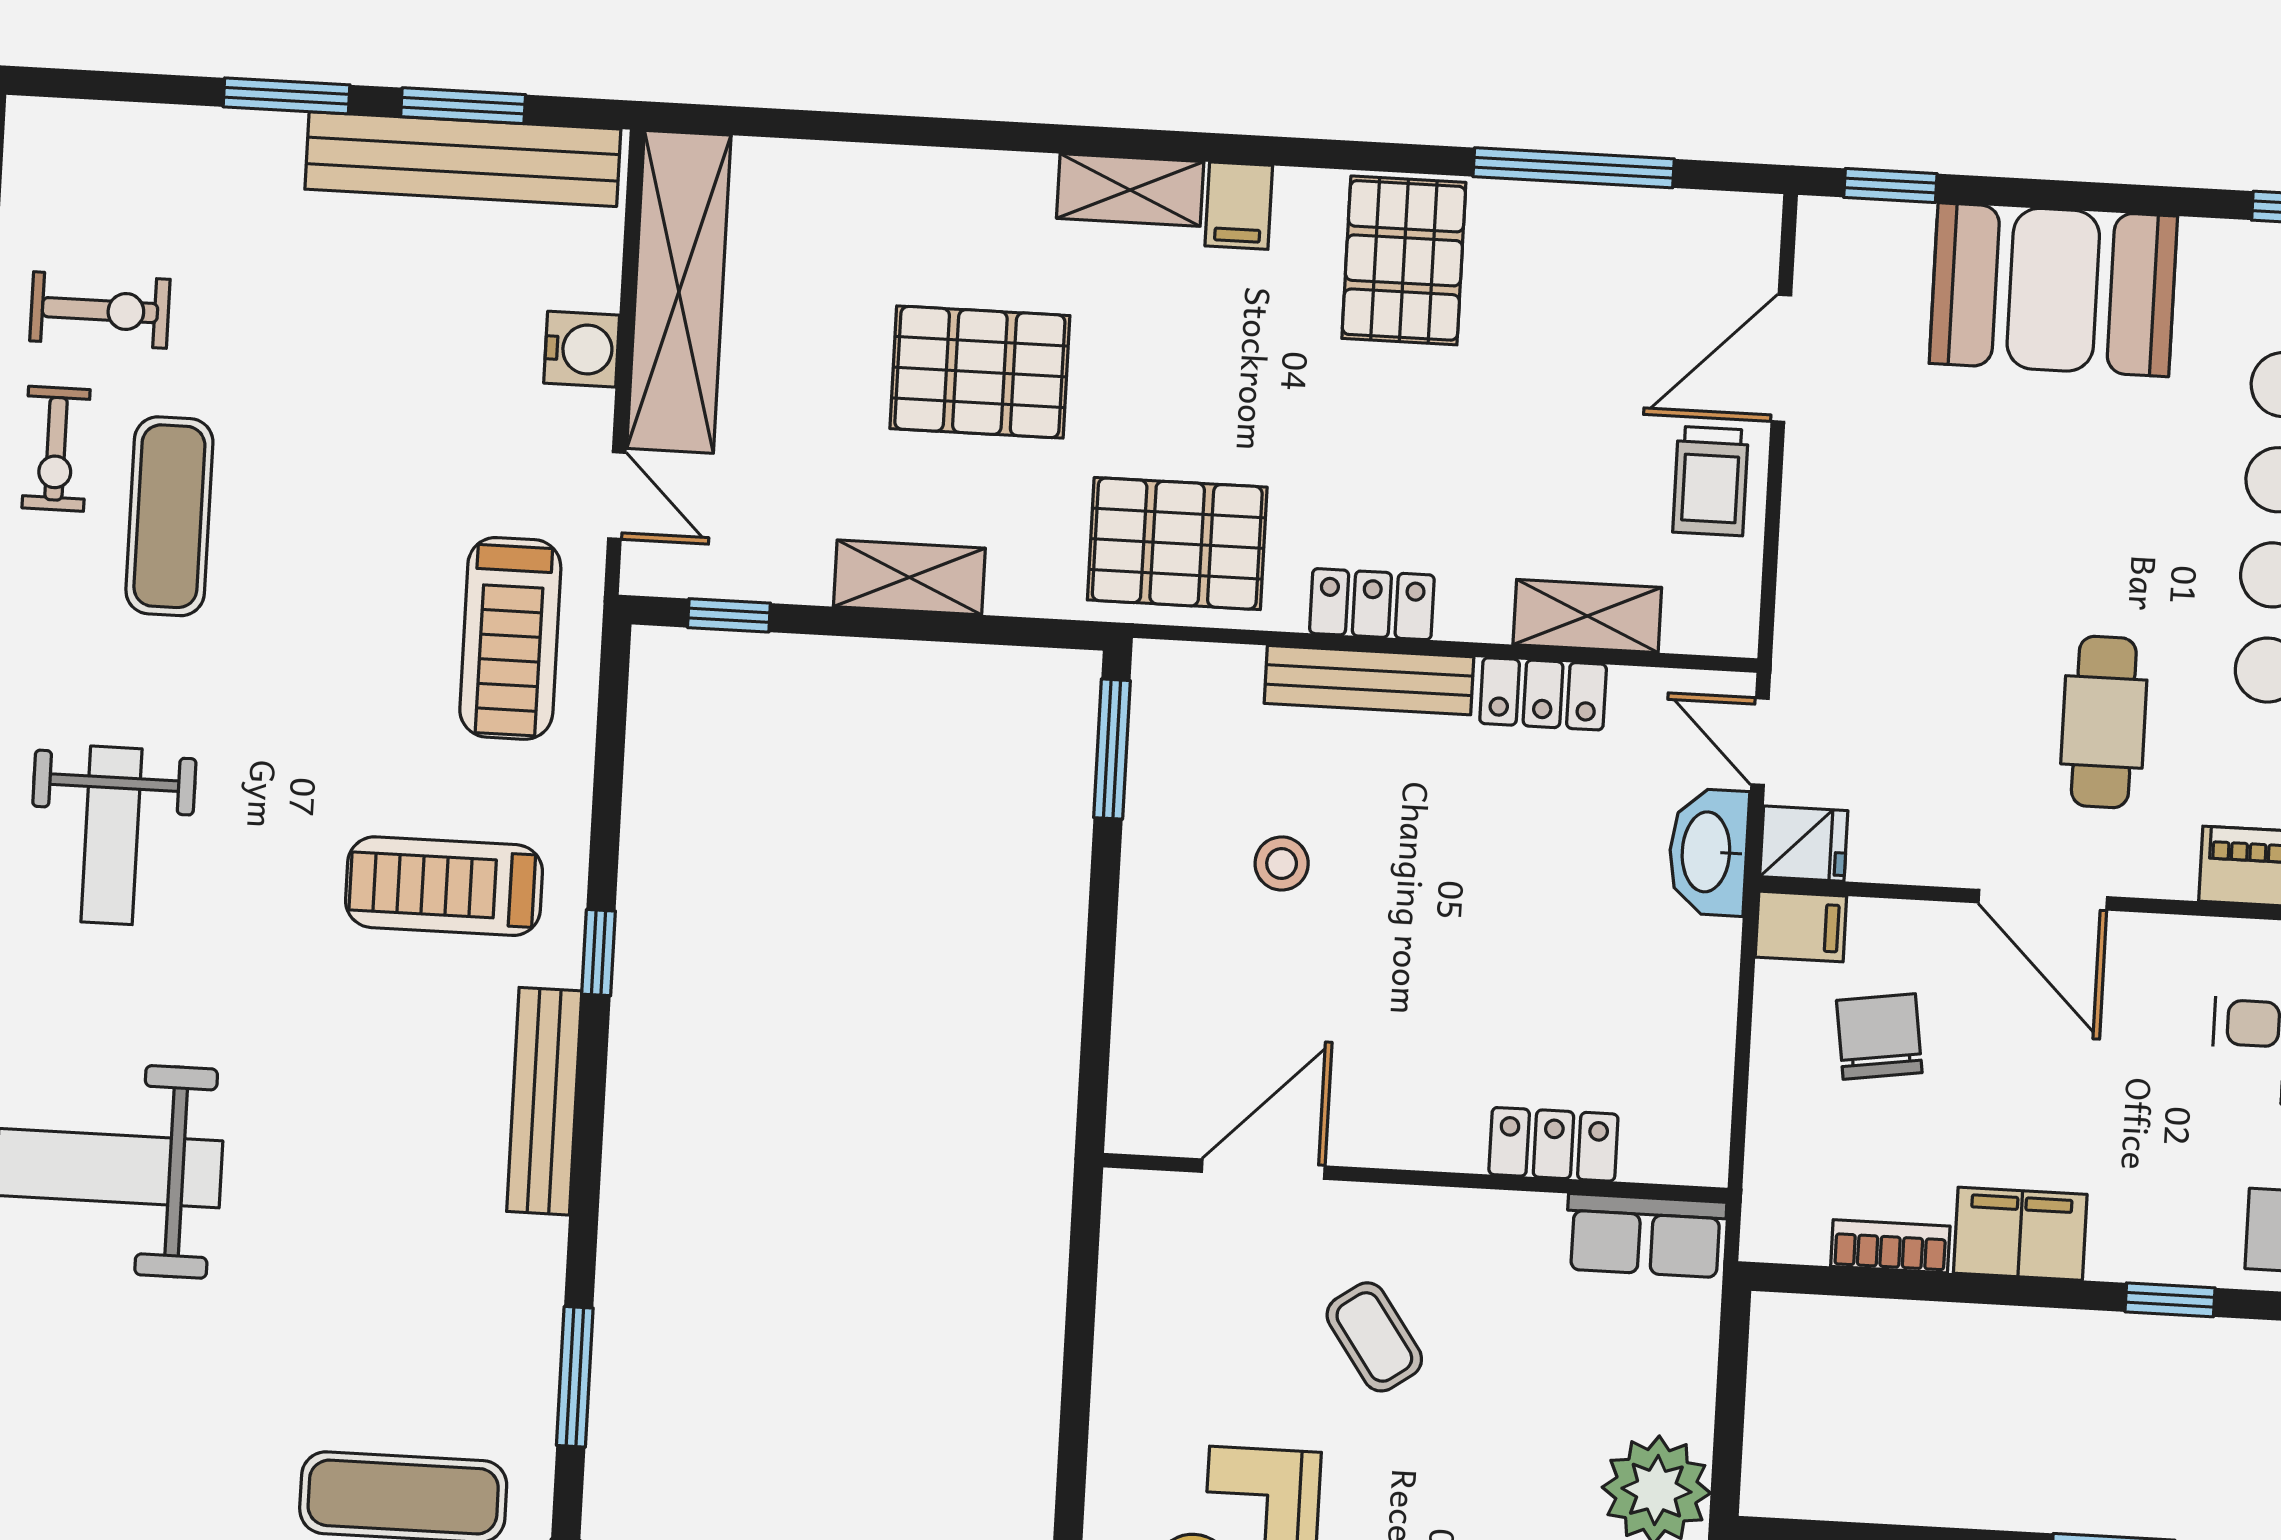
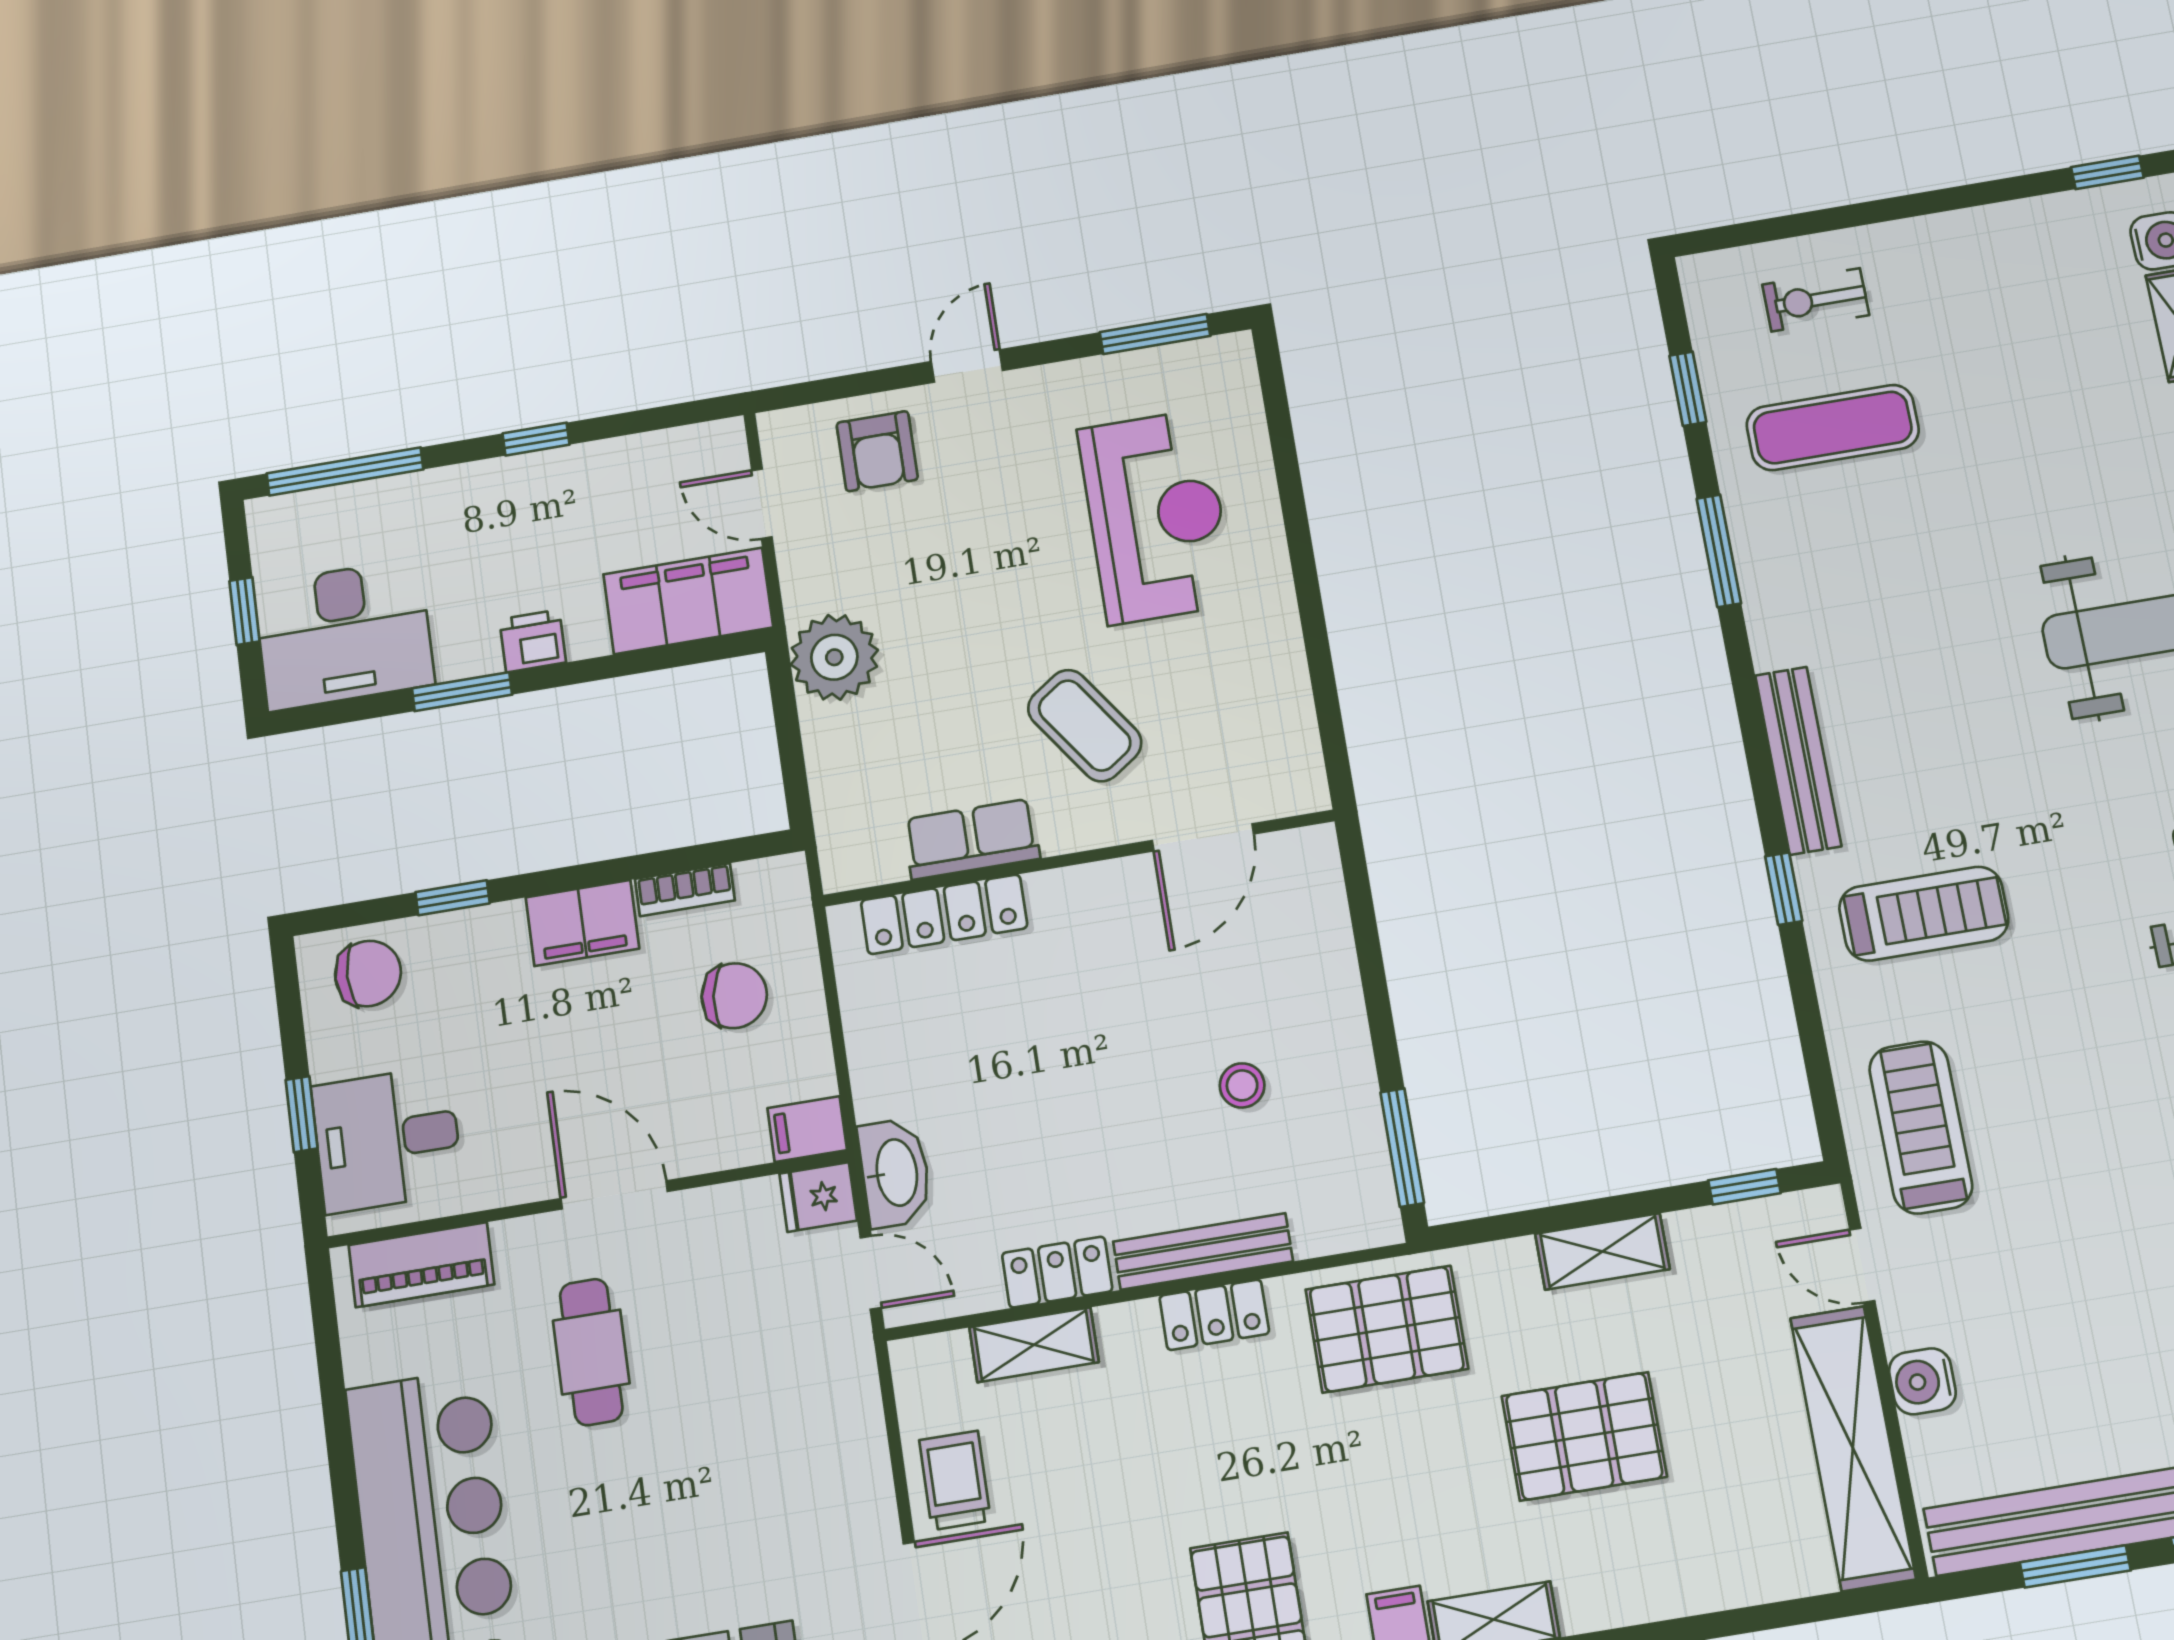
chair: (1879, 1037) -> (734, 996), moved, turned -74
locker: (1553, 1144) -> (944, 914), width x1.53
row of seats: (1646, 1236) -> (972, 839), moved
coffee table: (1374, 1337) -> (1085, 726), width x1.36, depth x1.30

